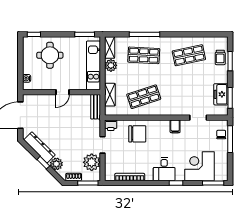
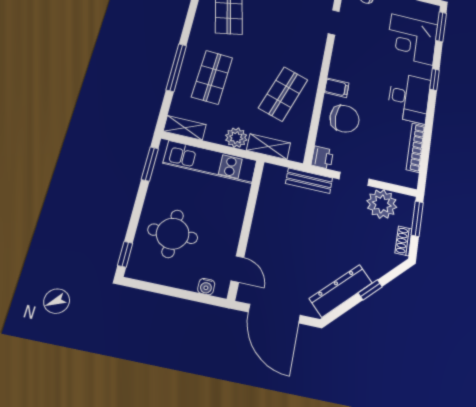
plant: (111, 65) -> (236, 138), moved
door: (63, 92) -> (237, 269), moved
shop shelf: (144, 97) -> (283, 94), turned 36
bench: (96, 107) -> (309, 181), moved
filing cabinet: (175, 126) -> (337, 88), moved
chair: (137, 134) -> (344, 119), turned 90
plant: (56, 164) -> (376, 266), removed
desk: (164, 169) -> (409, 98), width x1.37

